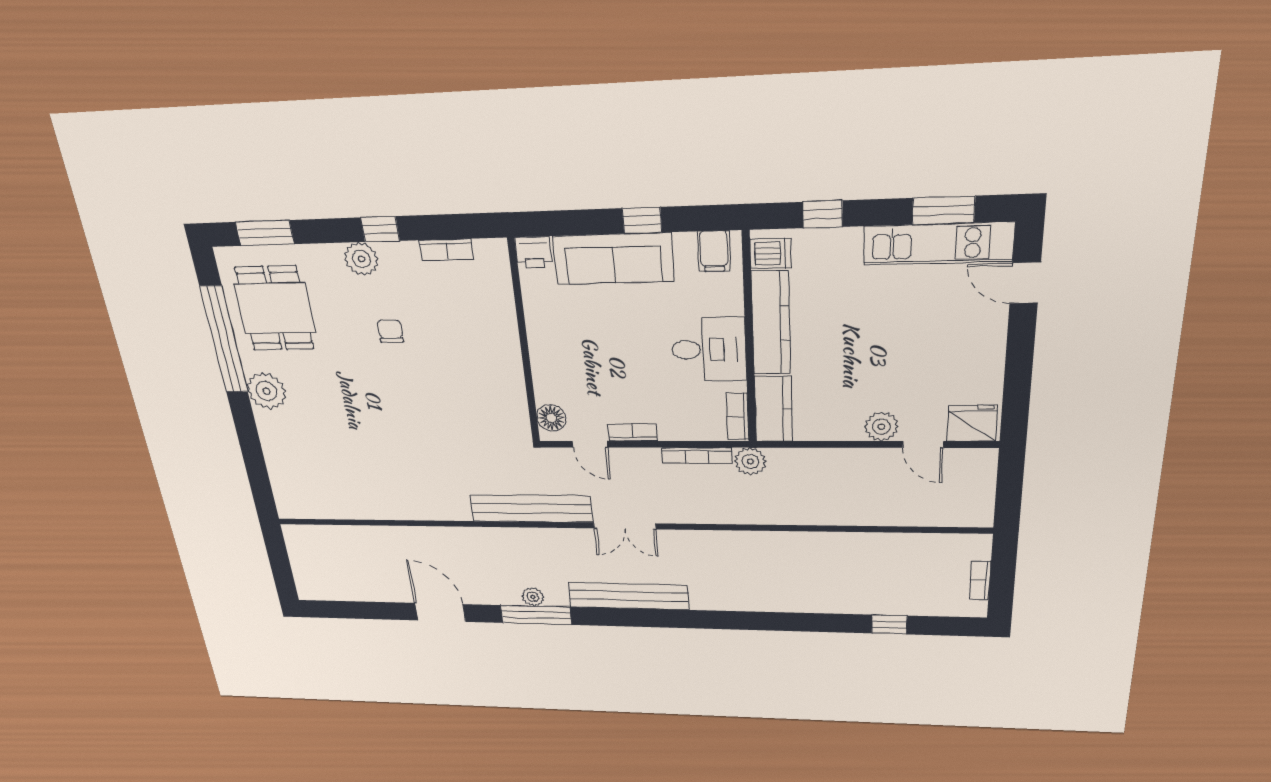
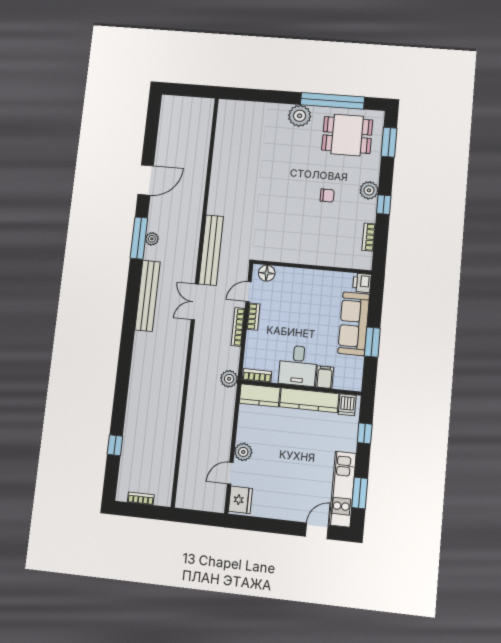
window: (642, 220) -> (372, 342), width x1.50
filing cabinet: (714, 251) -> (325, 377), moved, turned 90
bookcase: (697, 455) -> (238, 327), moved

